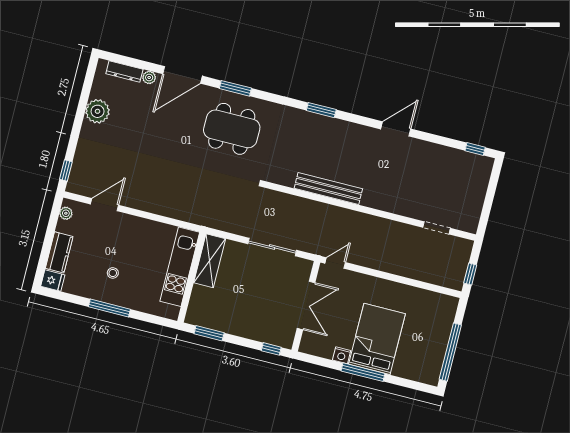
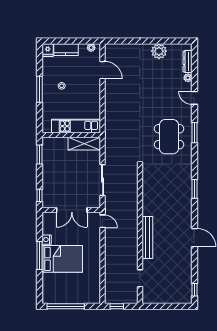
door: (182, 75) -> (195, 98), width x0.53
window: (66, 171) -> (117, 41), removed
bench: (328, 189) -> (147, 238), moved

